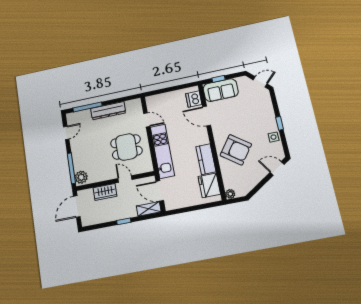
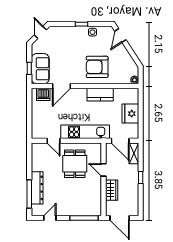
dresser: (108, 111) -> (37, 188), moved
door: (147, 120) -> (53, 141), swing flipped
door: (66, 133) -> (50, 218), hinge flipped
armchair: (236, 150) -> (97, 67), turned -126
plant: (81, 177) -> (94, 210), removed
door: (125, 179) -> (104, 170), hinge flipped
fridge: (209, 185) -> (130, 114), moved, turned 90
door: (160, 191) -> (120, 141), hinge flipped

